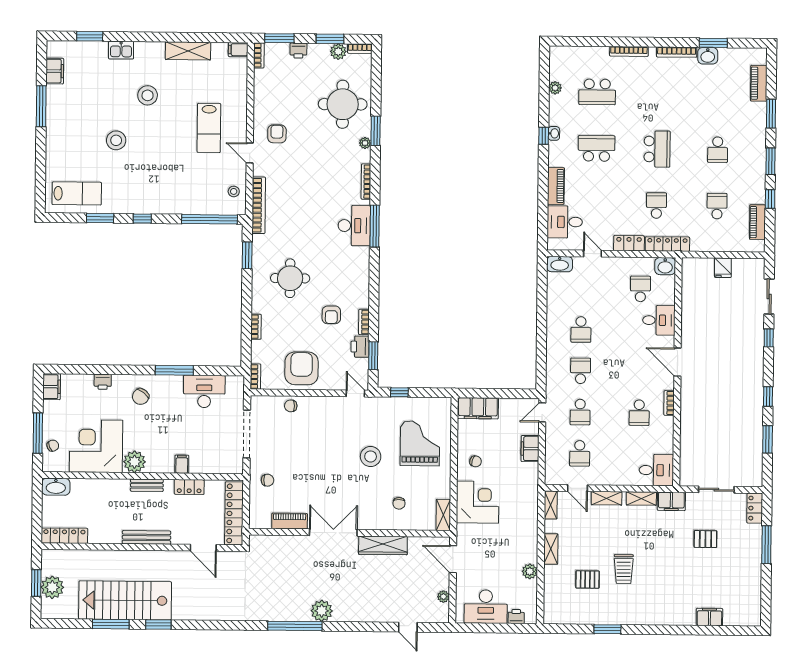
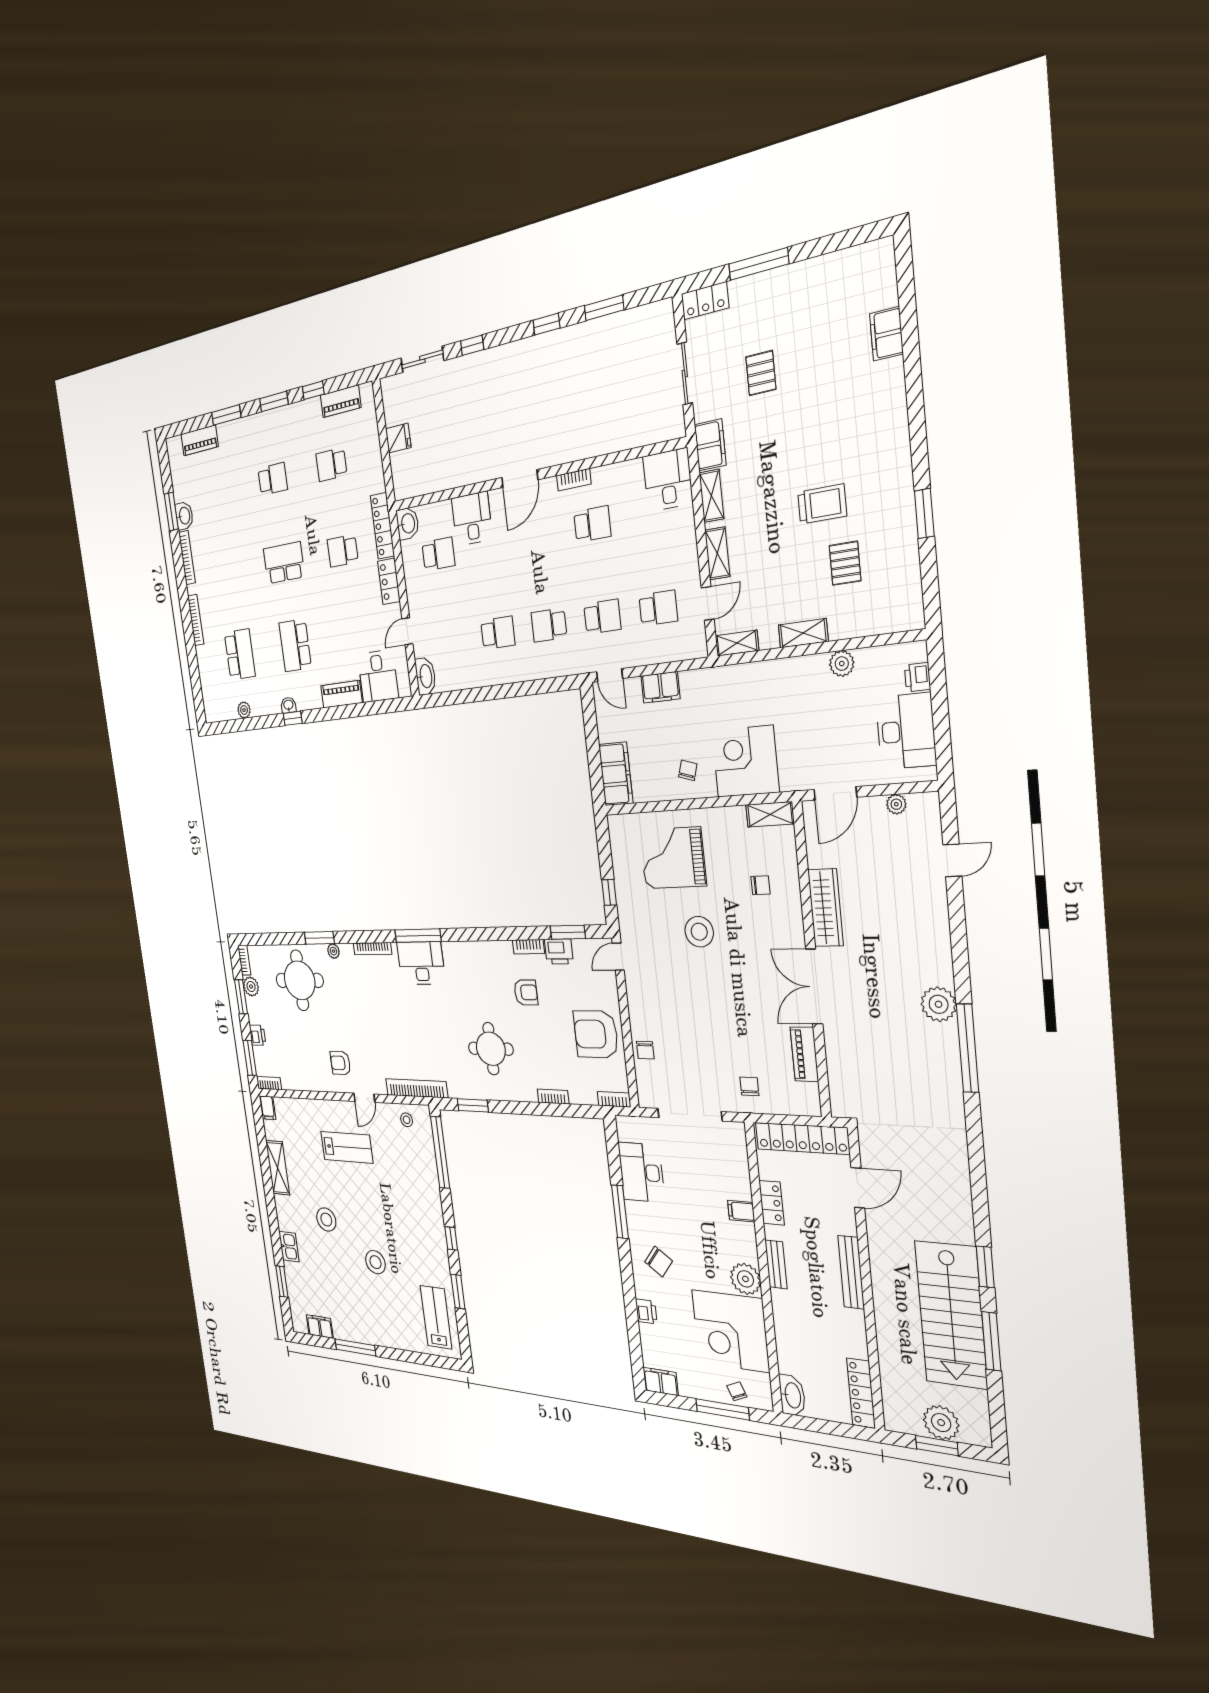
school desk: (640, 289) -> (438, 554), turned 180

